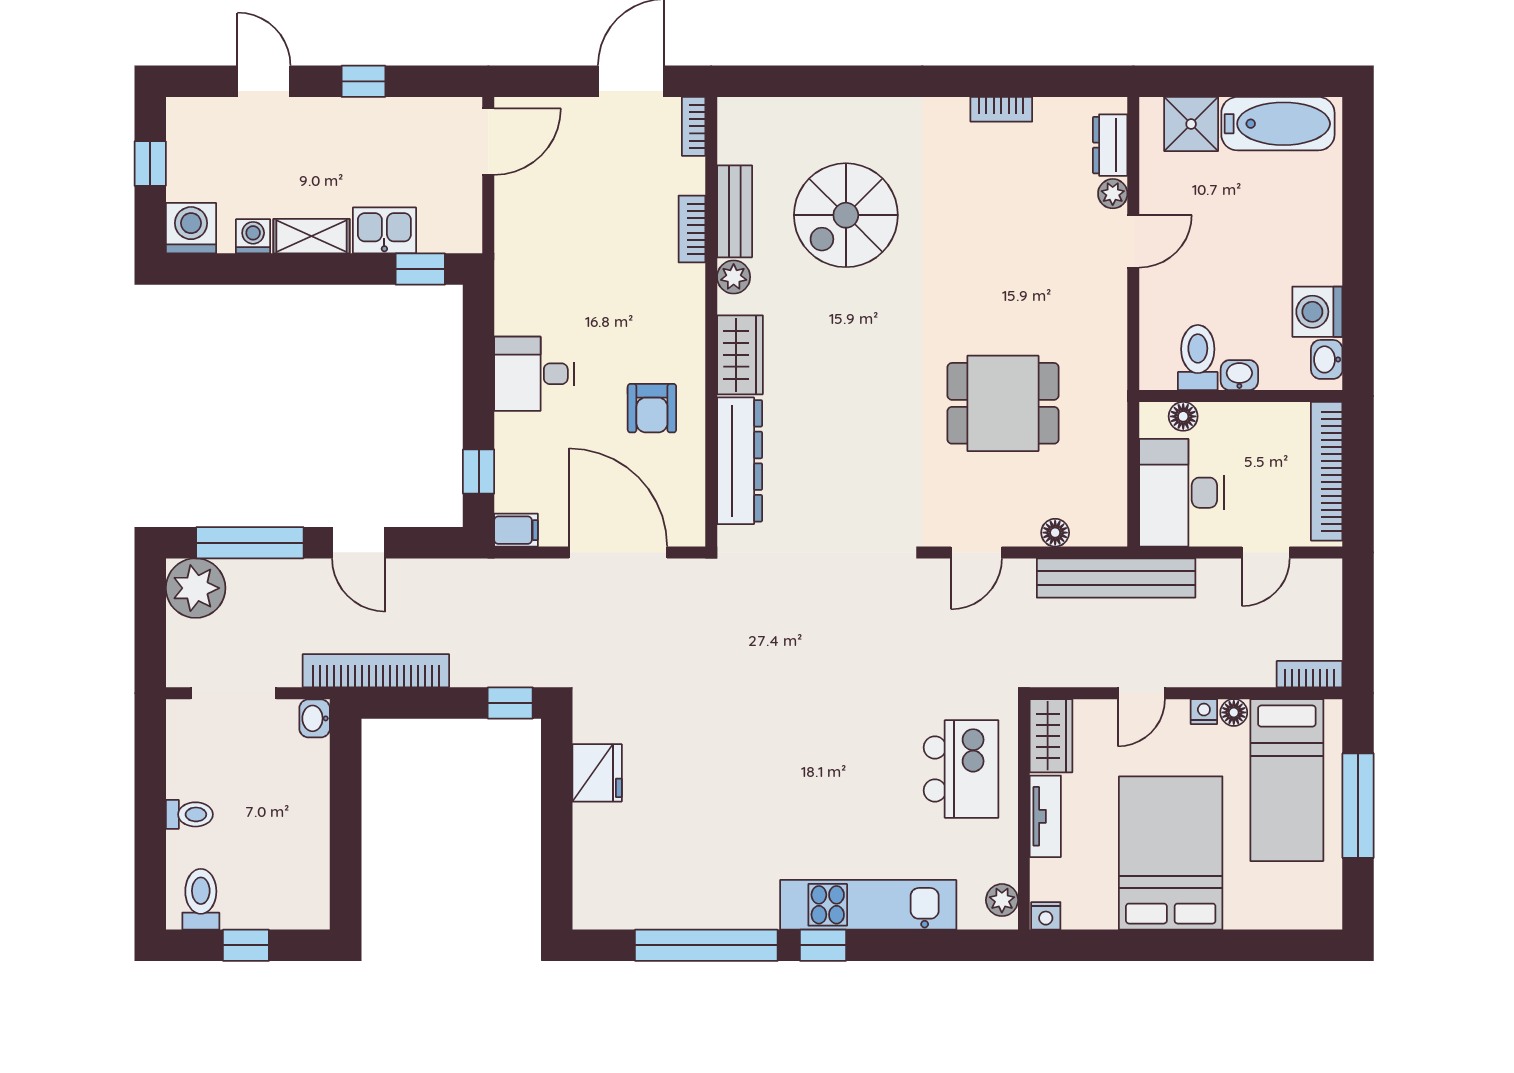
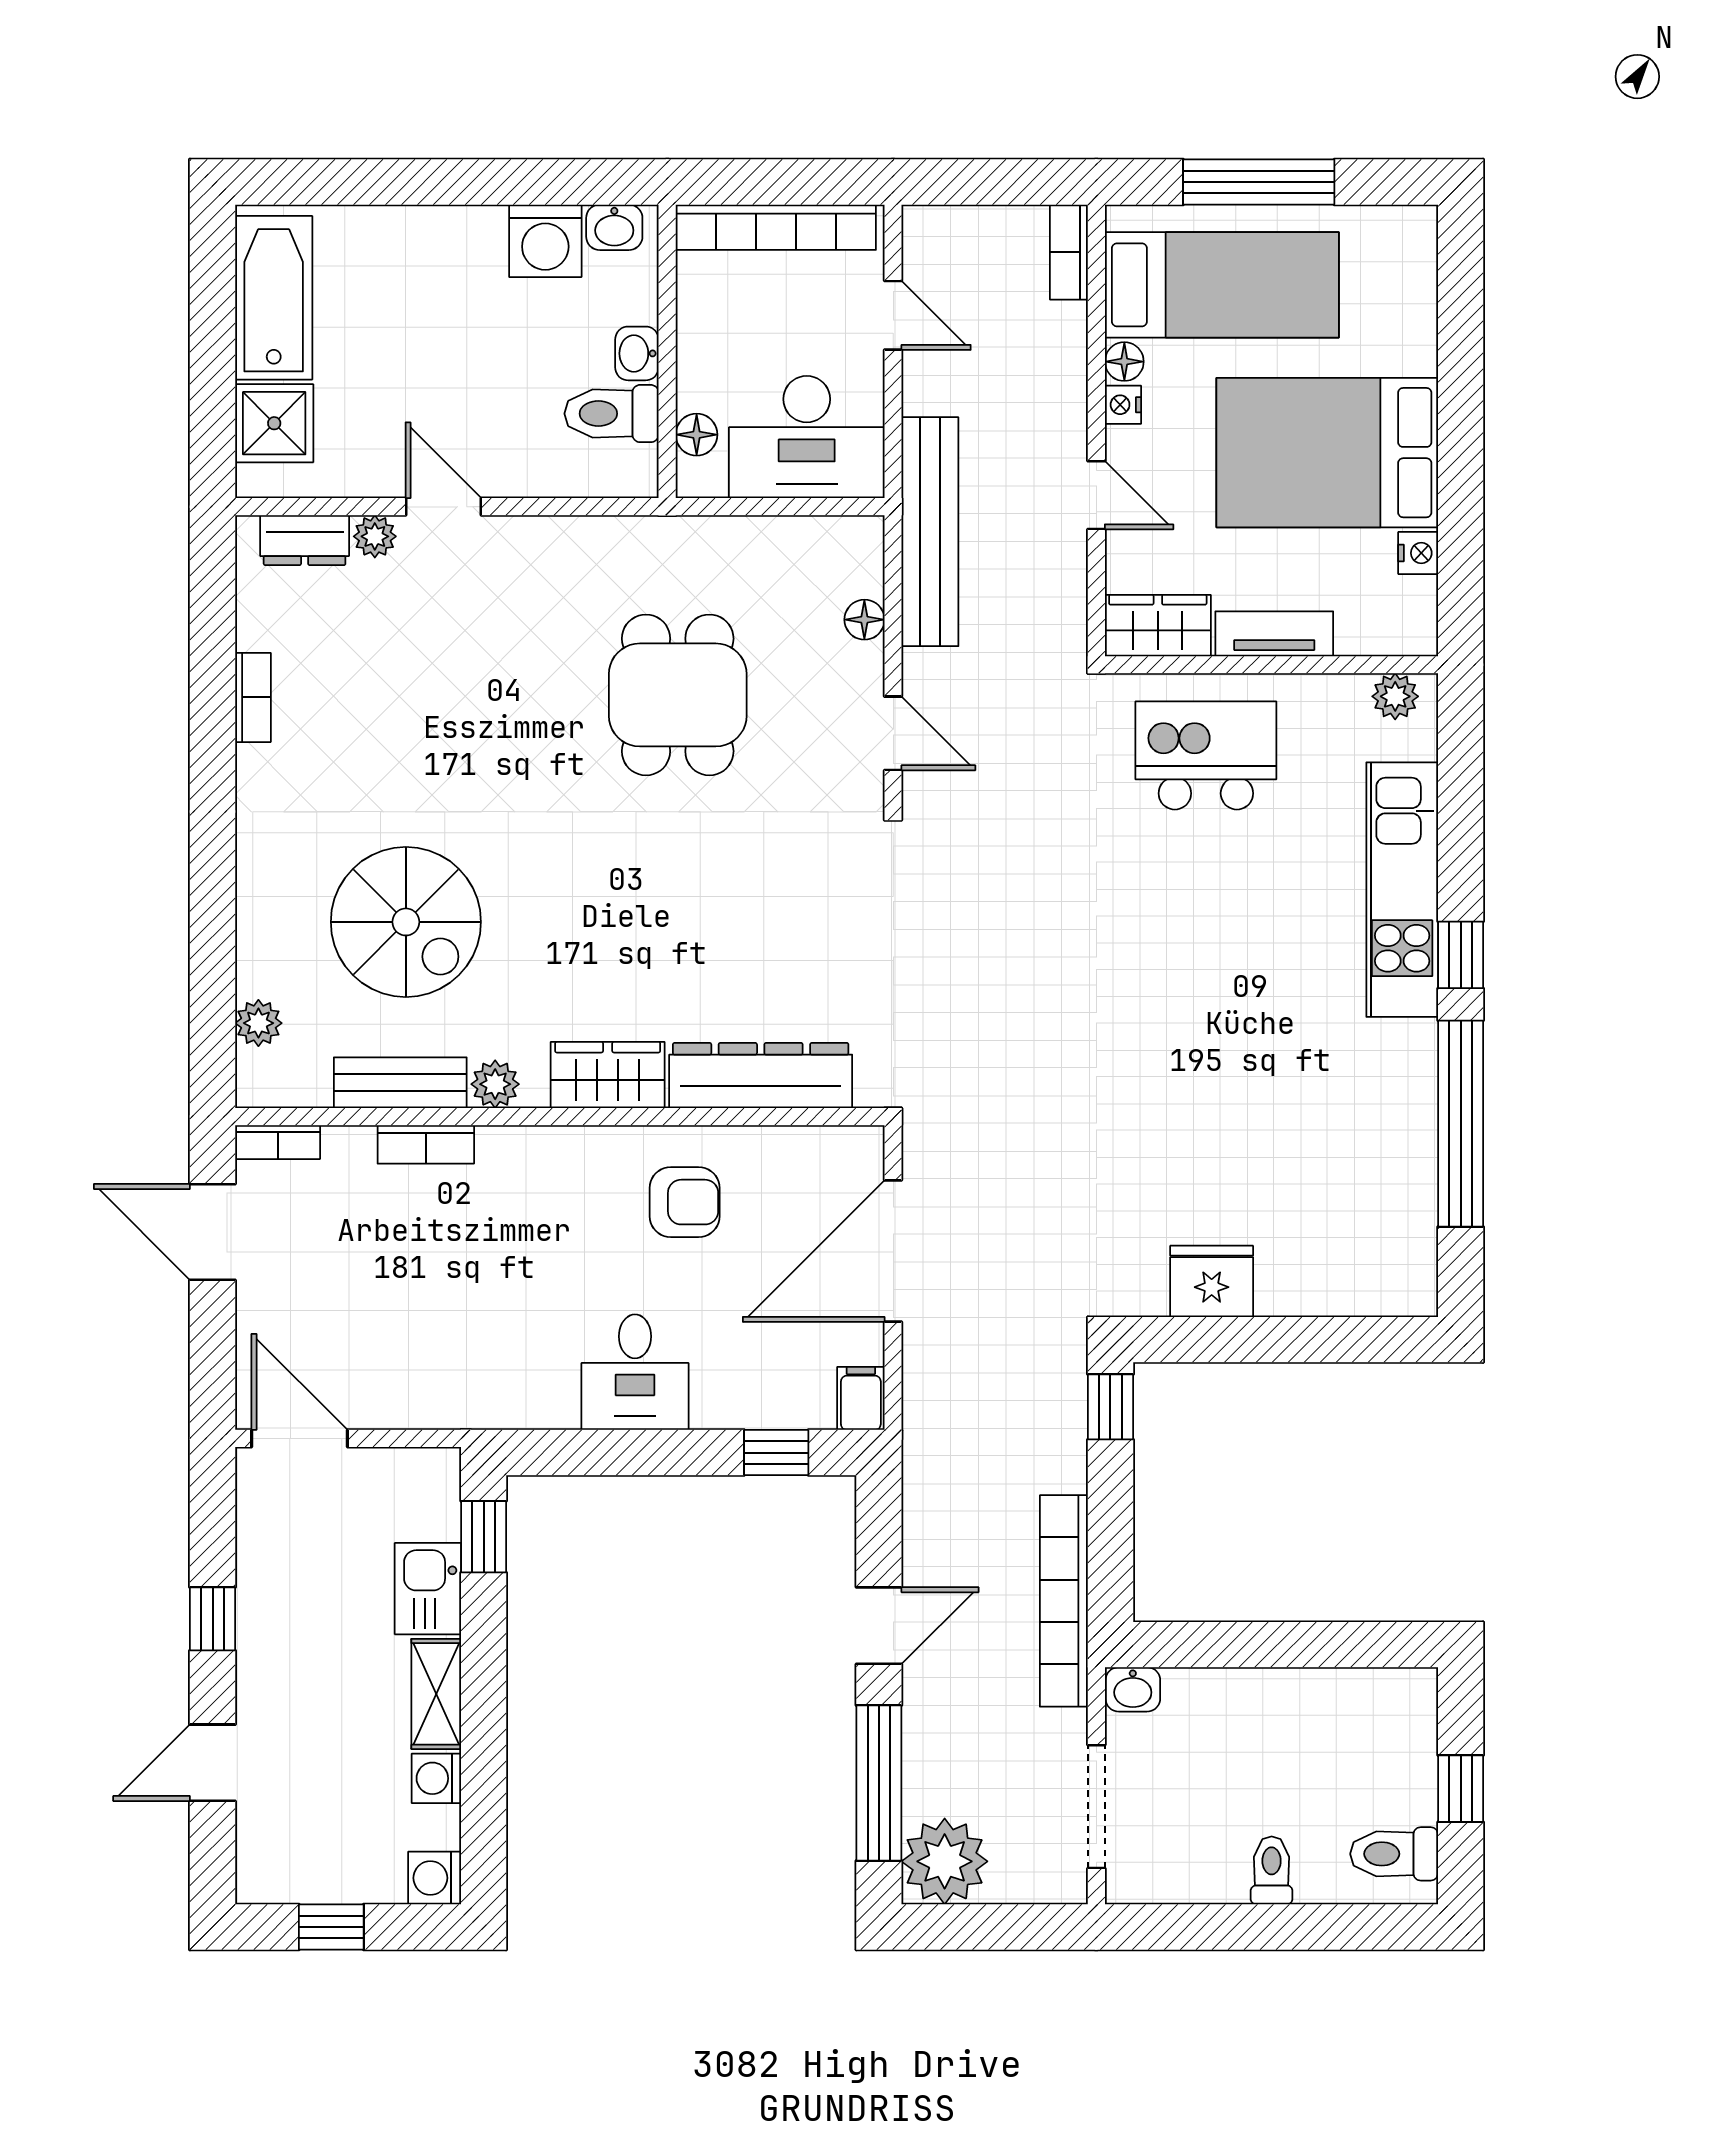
plant: (776, 113) -> (258, 1023), added
washing machine: (191, 228) -> (435, 1878), width x0.73, depth x0.73
nightstand: (1046, 916) -> (1418, 553), moved

